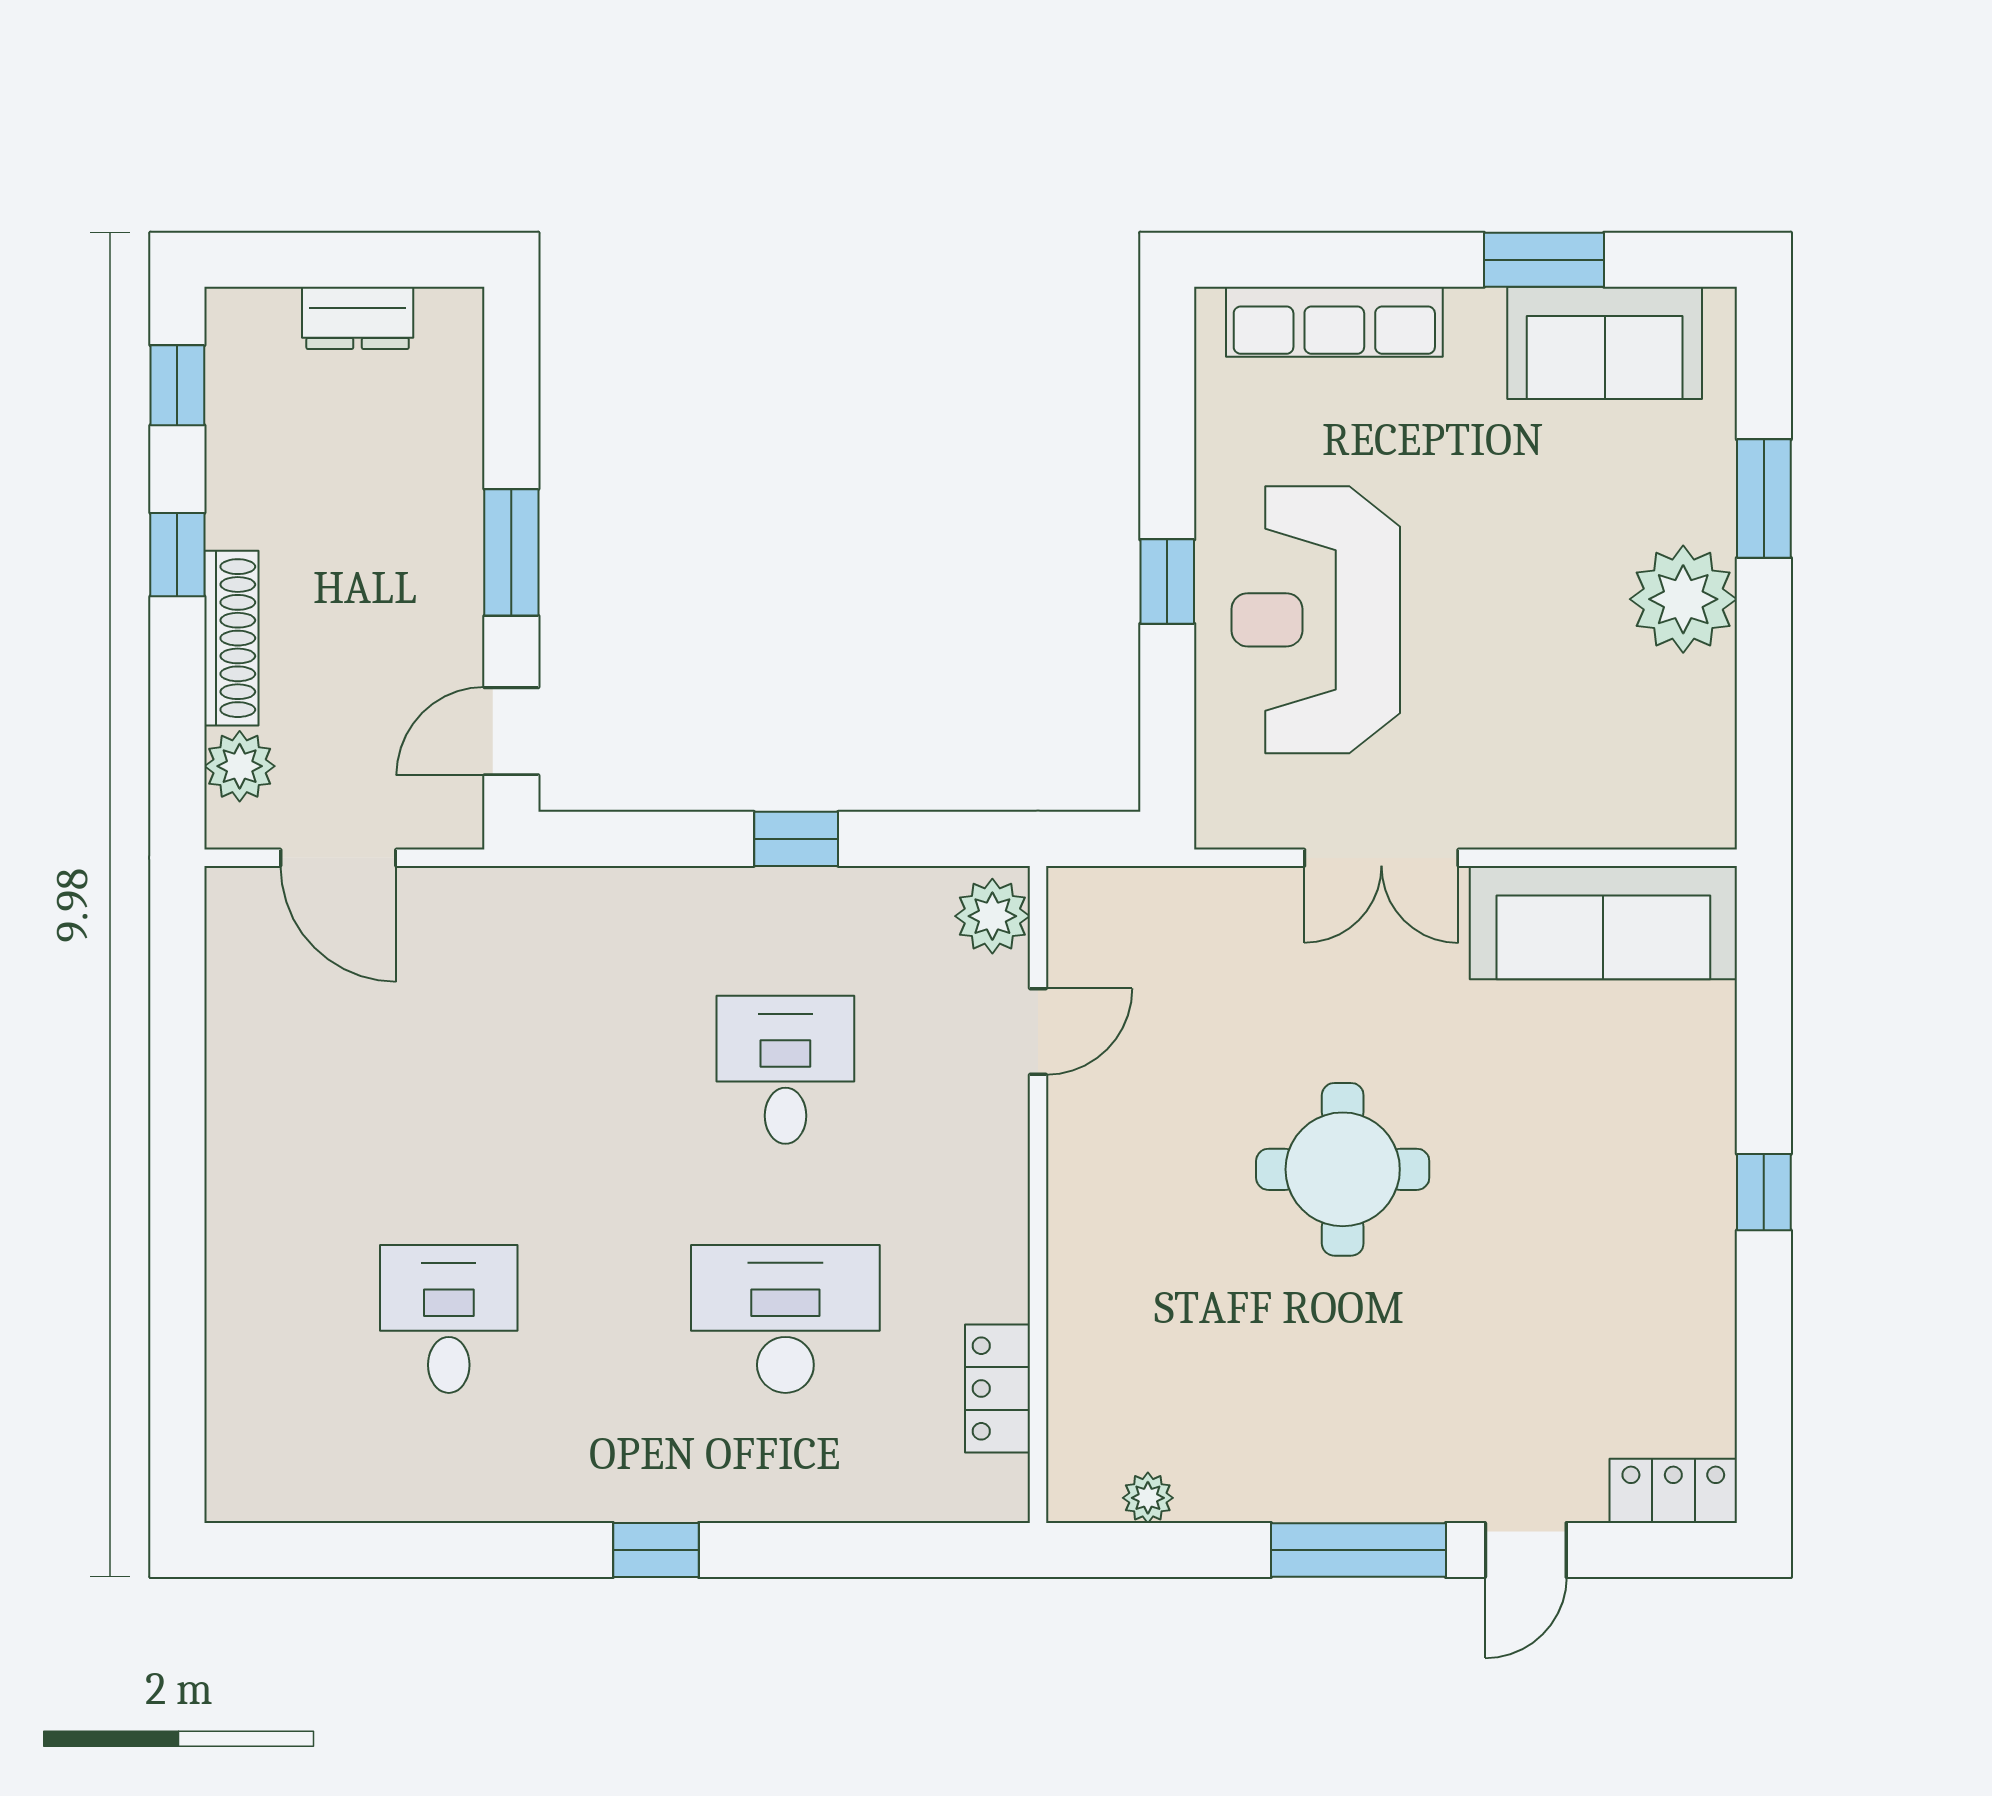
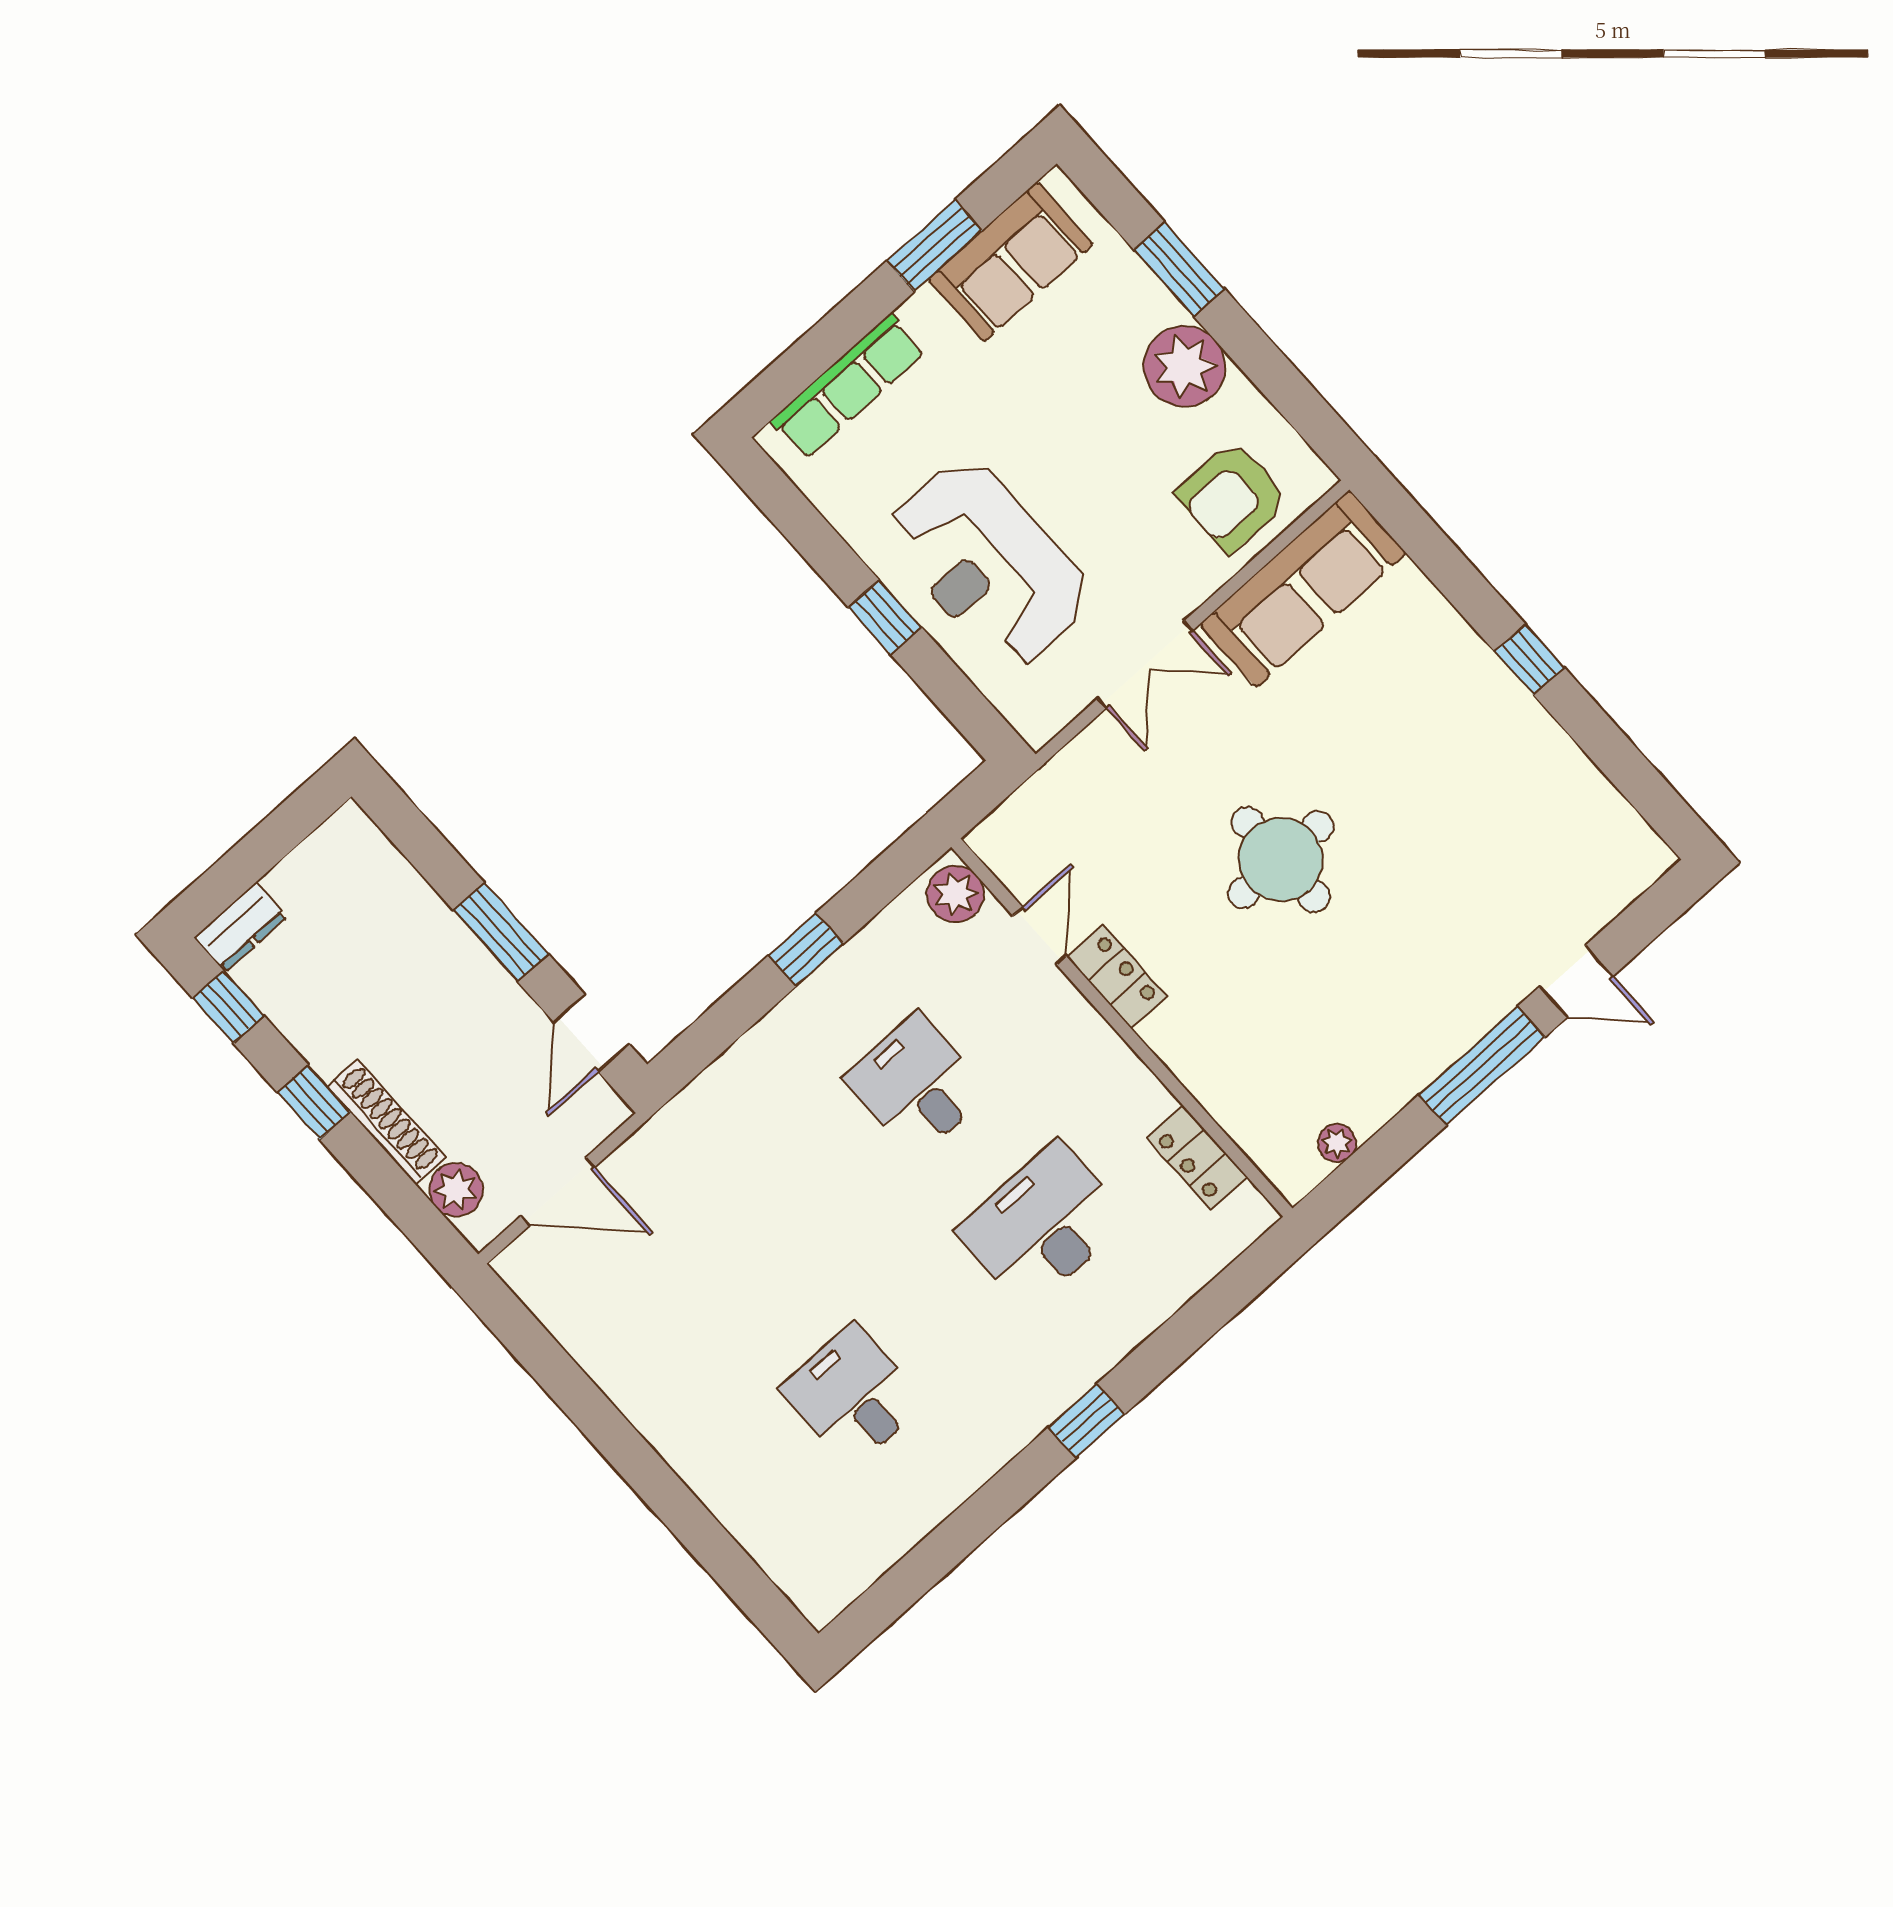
dresser: (358, 318) -> (241, 927), moved
armchair: (1616, 769) -> (1232, 496), added
locker: (1673, 1491) -> (1117, 977), moved, turned 90
door: (1526, 1550) -> (1576, 981), hinge flipped

